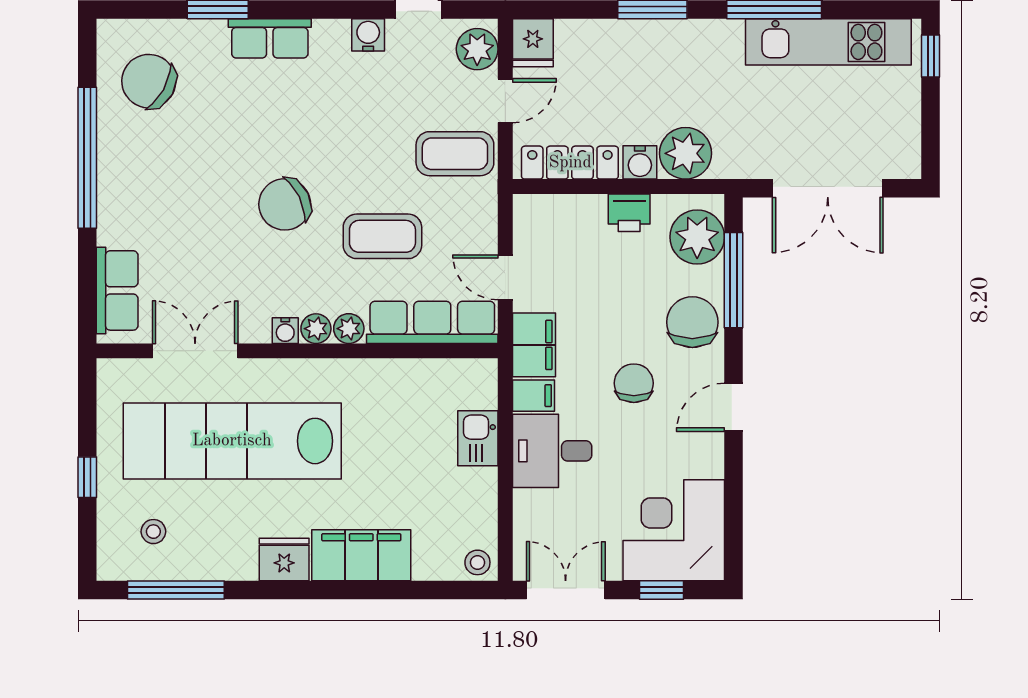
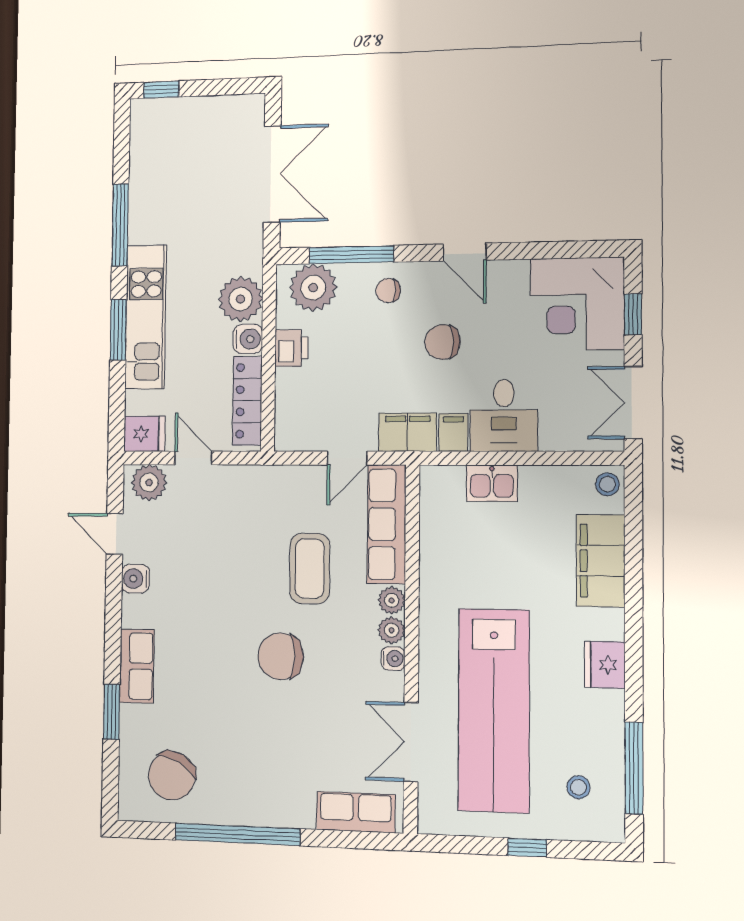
kitchen unit: (828, 42) -> (146, 317), moved
coffee table: (455, 154) -> (238, 503), removed
chair: (285, 204) -> (281, 656), turned 116
chair: (692, 322) -> (388, 290), width x0.54, depth x0.54
filing cabinet: (361, 555) -> (601, 561), moved

